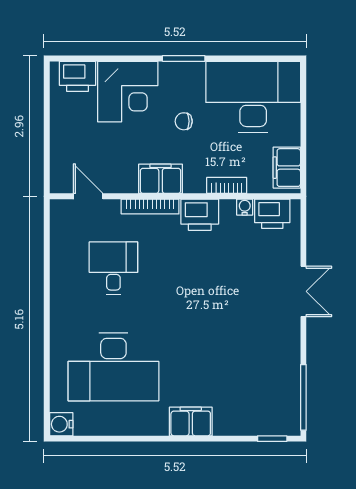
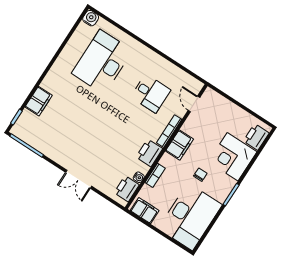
door: (88, 196) -> (194, 104), swing flipped
filing cabinet: (191, 421) -> (39, 101), moved

